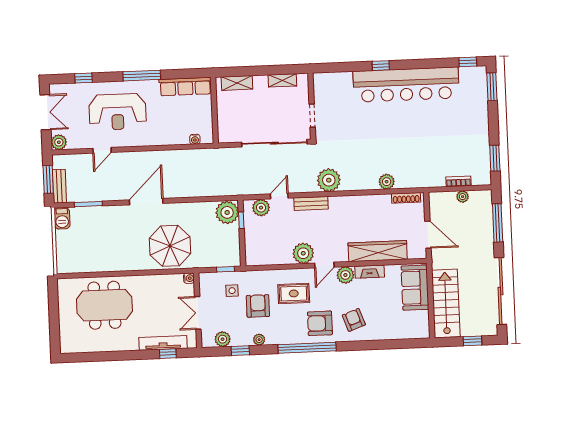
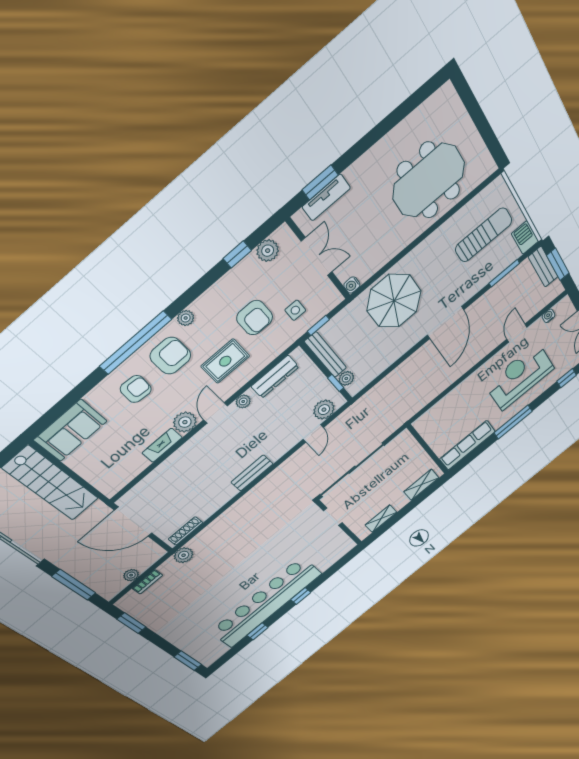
window: (468, 62) -> (258, 631), moved
water cooler: (195, 139) -> (549, 316), moved
plant: (59, 142) -> (564, 307), removed
plant: (329, 180) -> (275, 484), removed
plant: (387, 182) -> (184, 555), moved
bench: (311, 203) -> (252, 473), moved
plant: (227, 212) -> (346, 378), width x0.53, depth x0.53
door: (428, 235) -> (134, 522), width x1.36
sun lounger: (89, 243) -> (484, 235), added
bench: (234, 246) -> (326, 355), added
wardrobe: (378, 251) -> (171, 469), removed
plant: (303, 253) -> (243, 401), width x0.53, depth x0.53
dresser: (274, 258) -> (275, 377), added
sofa: (415, 288) -> (70, 430), moved, turned 90
armchair: (354, 320) -> (136, 389), turned -66
plant: (259, 340) -> (186, 318), moved
tv unit: (163, 343) -> (326, 197), width x0.71
window: (307, 348) -> (136, 343), moved
window: (168, 354) -> (320, 182), width x1.50

